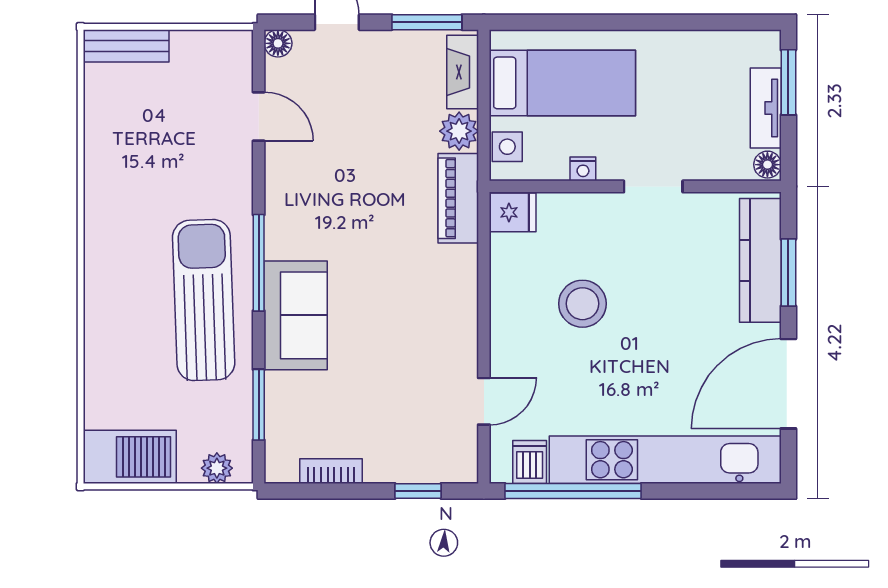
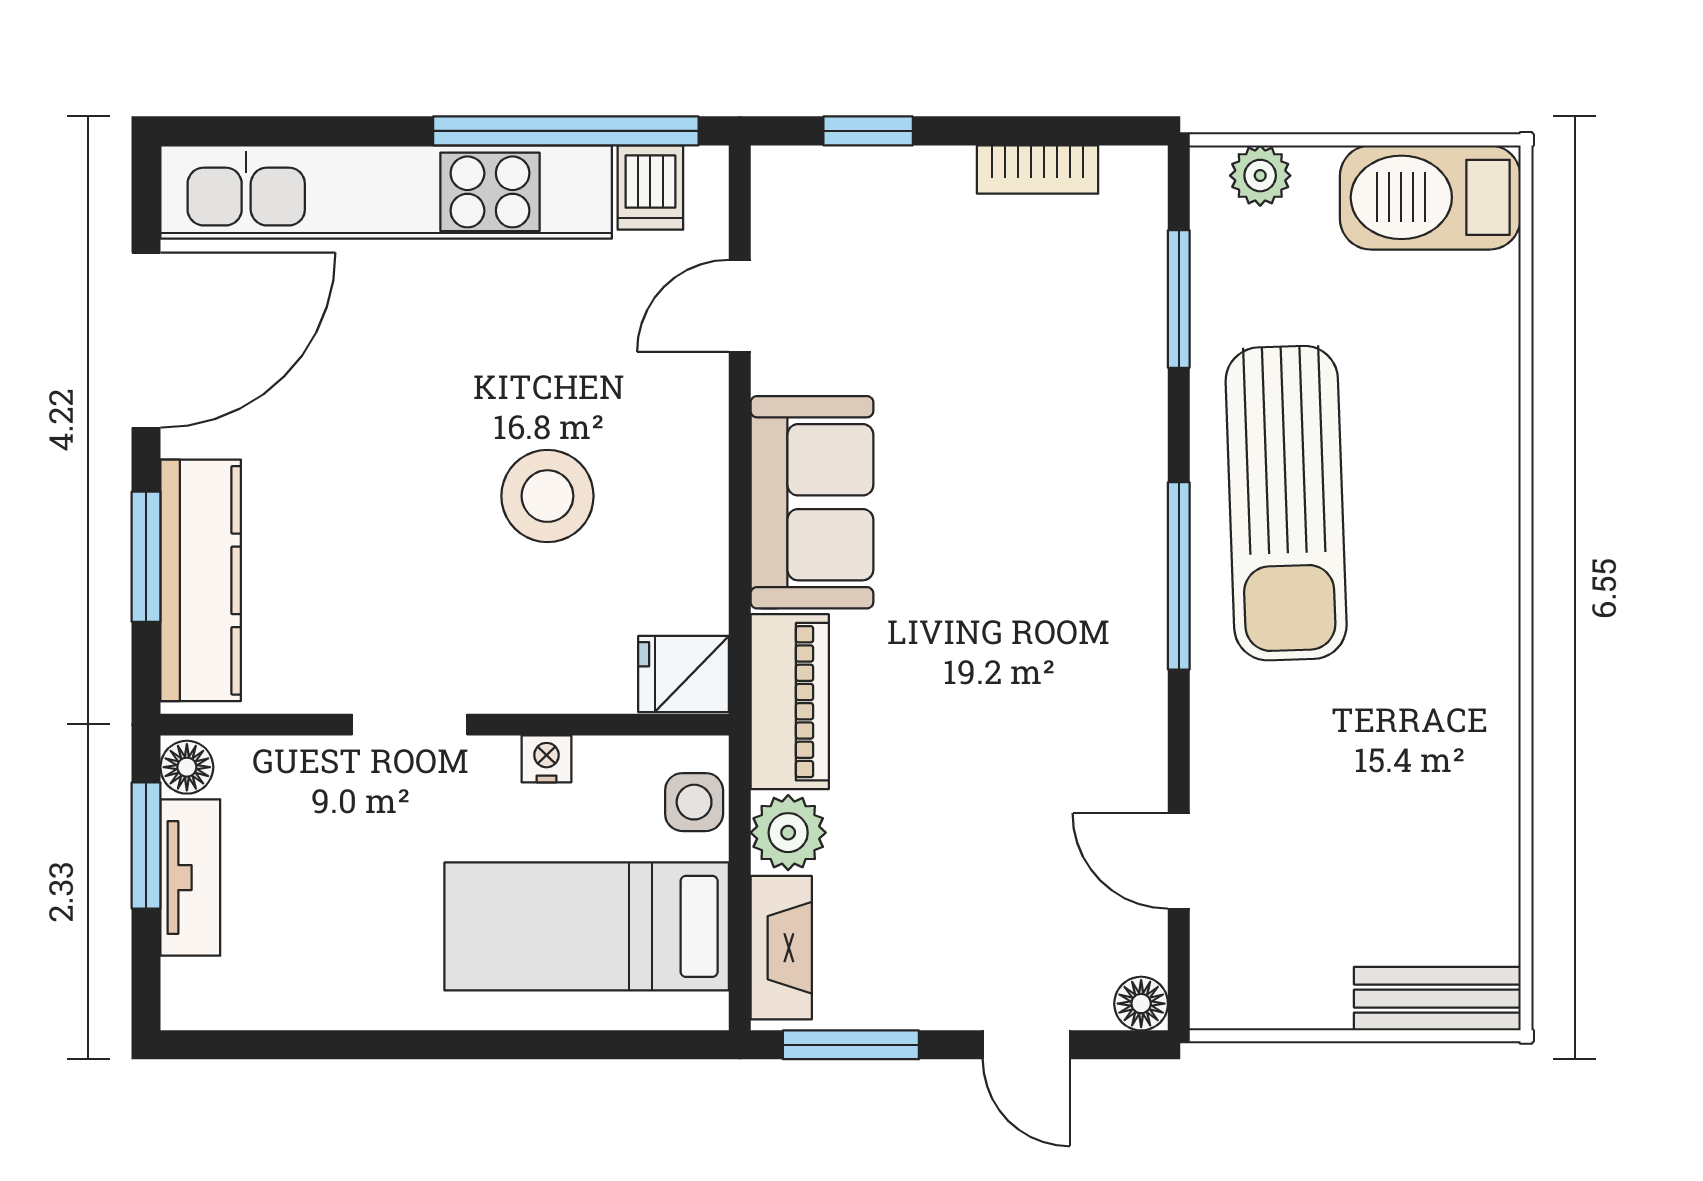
window: (788, 82) -> (146, 846), moved
sofa: (296, 315) -> (812, 502), moved, turned 180

